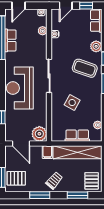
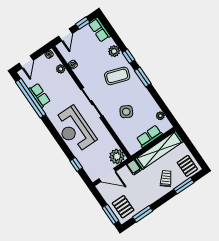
pallet: (16, 178) -> (123, 207), turned 90
trolley: (54, 181) -> (166, 179), moved
window: (40, 195) -> (143, 214), moved

